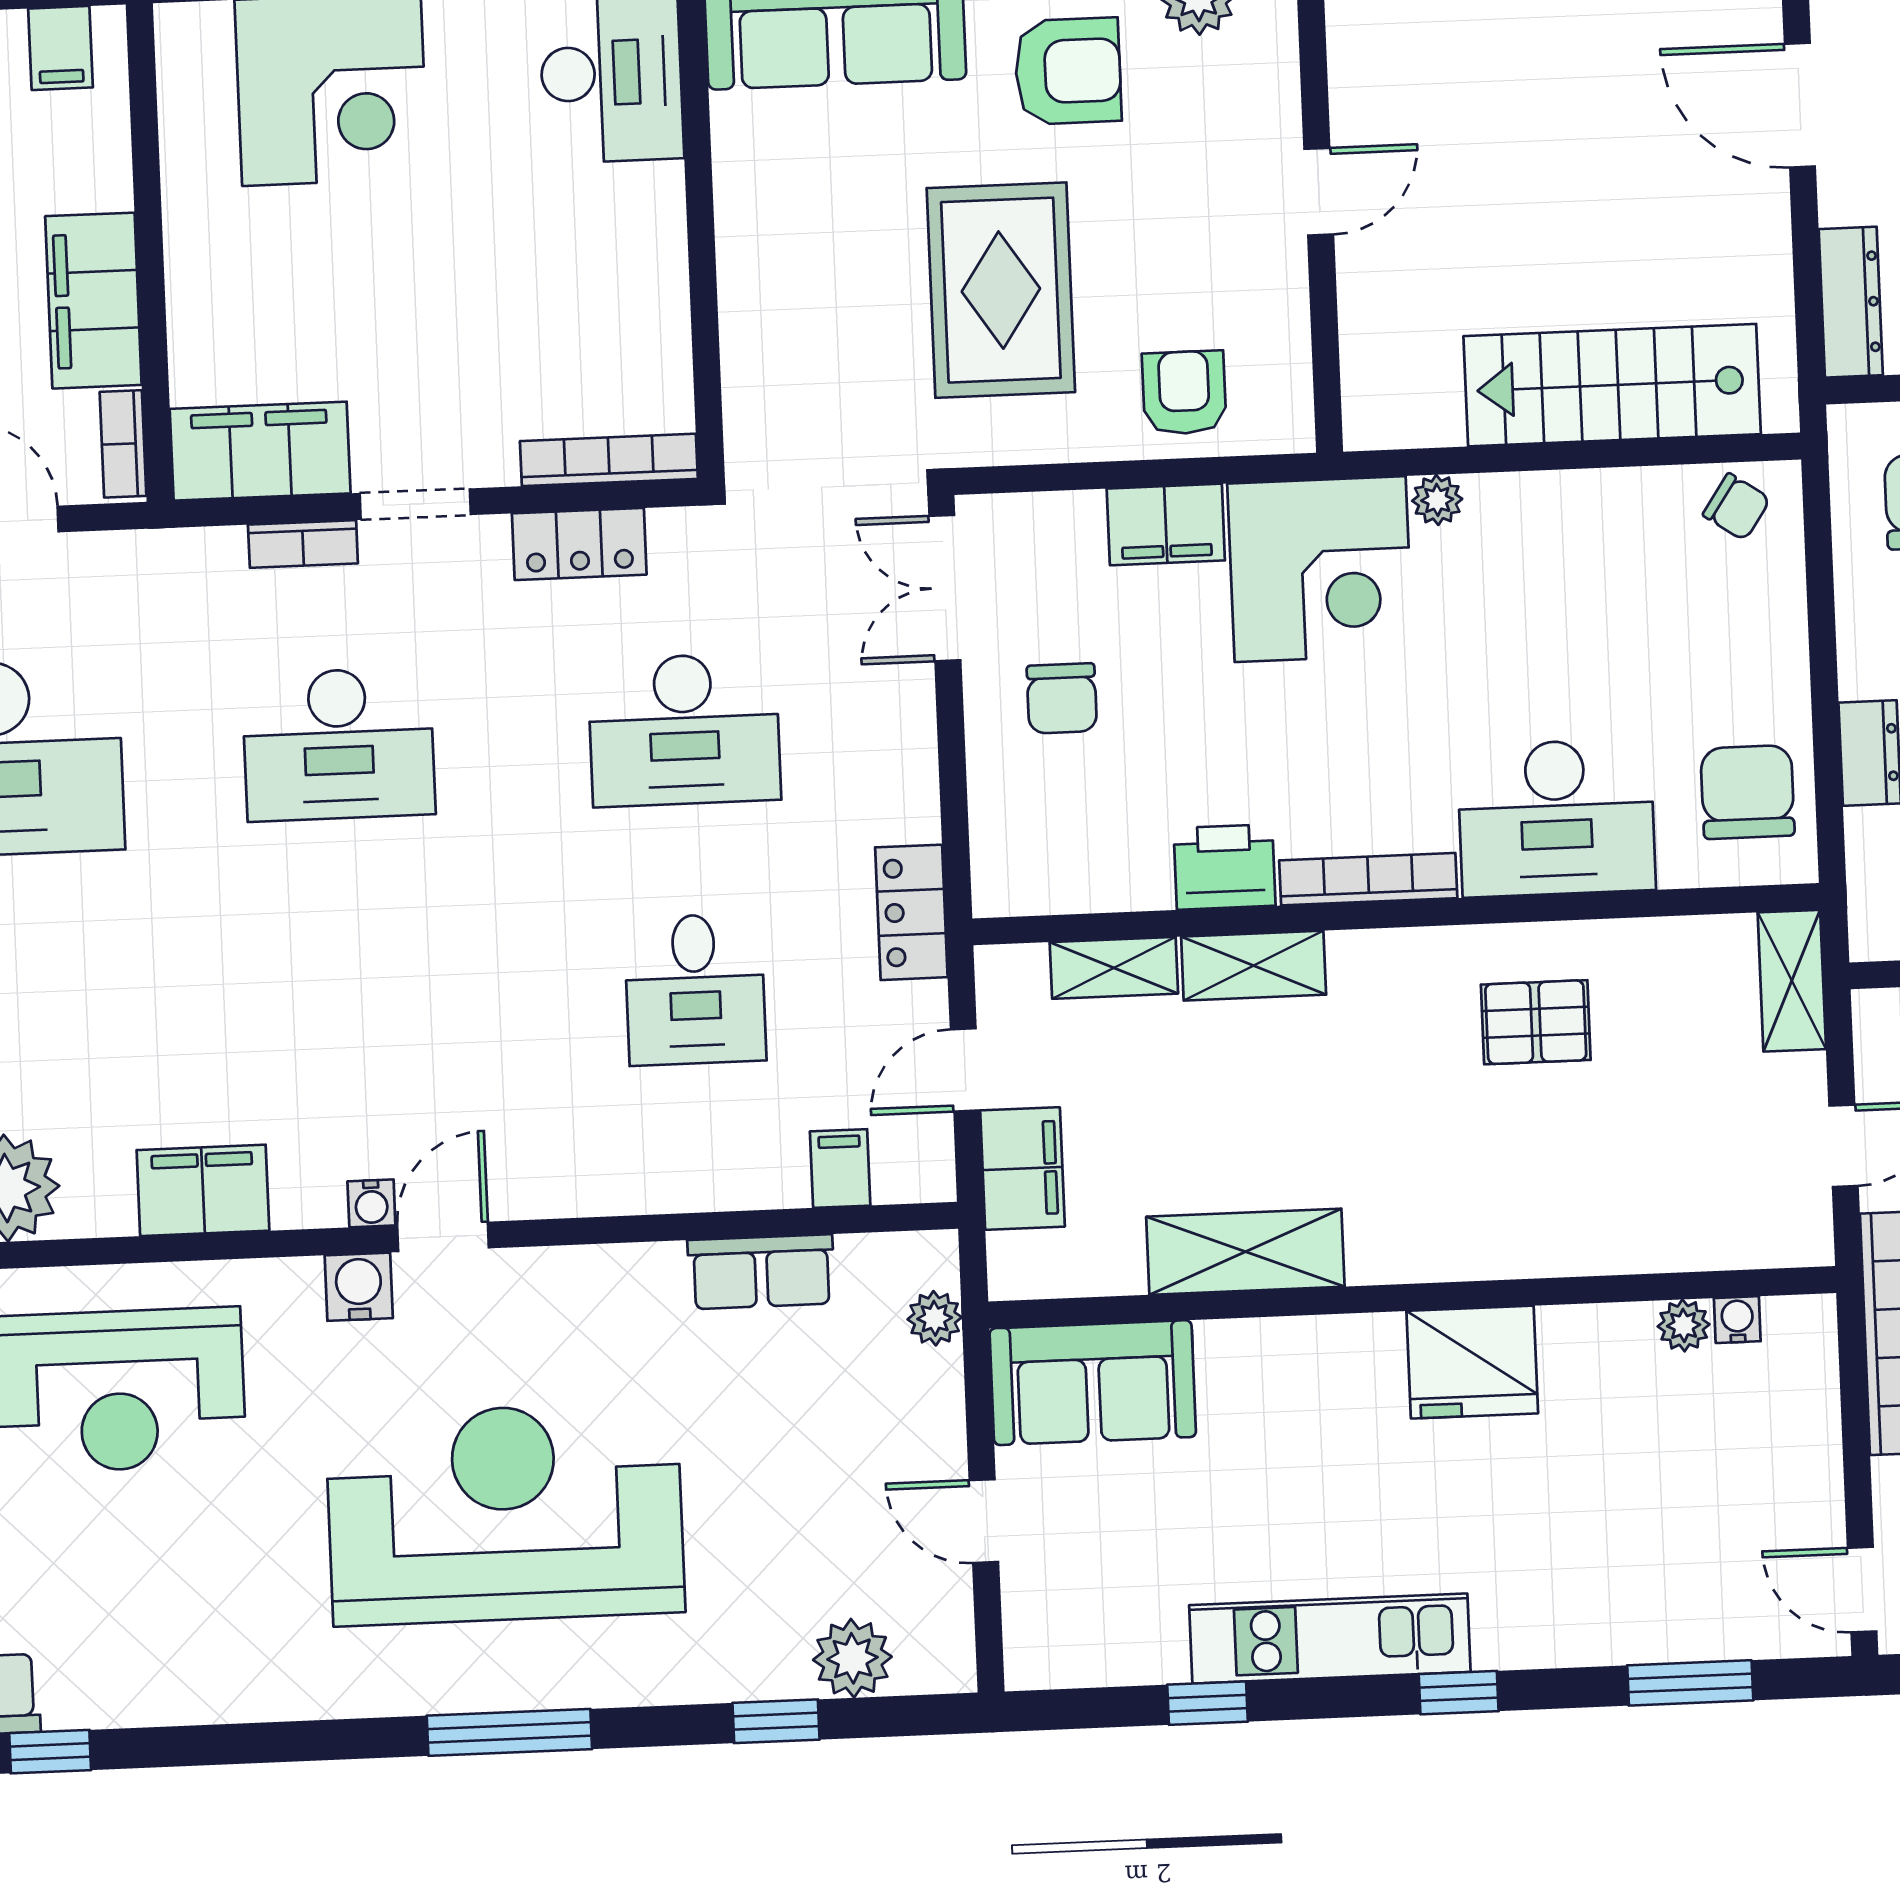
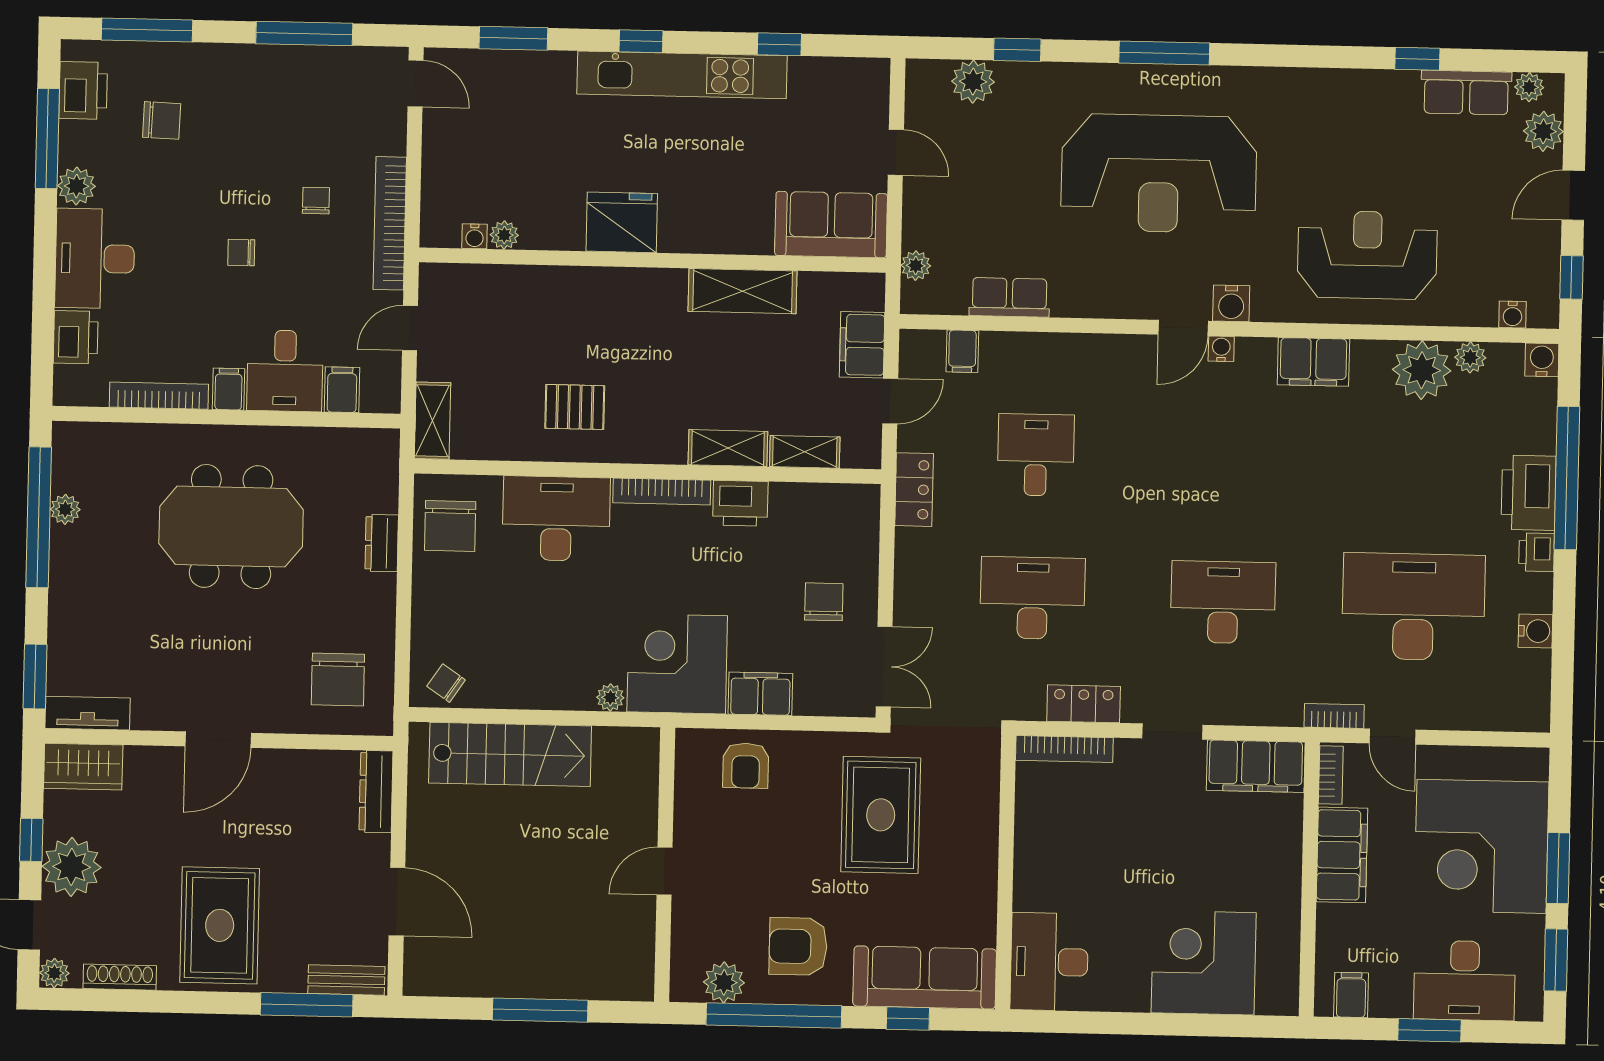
rug: (1001, 290) -> (881, 815), moved
bookcase: (303, 544) -> (1334, 716), moved
kitchen unit: (1330, 1639) -> (682, 75), width x1.36

